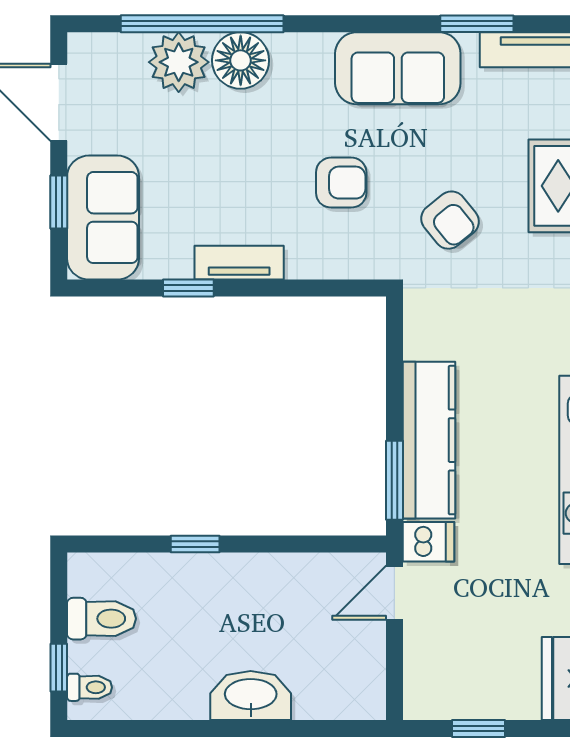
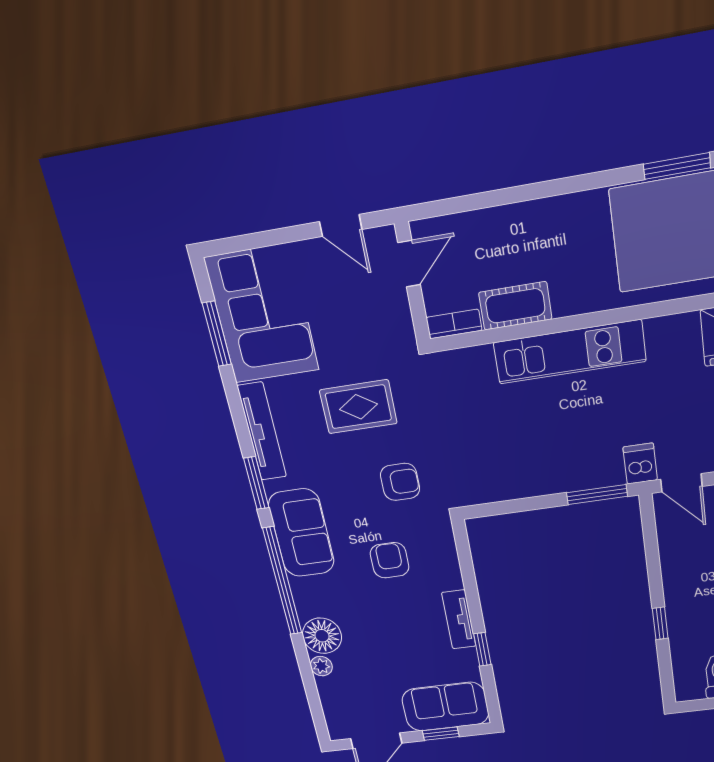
window: (202, 24) -> (282, 581), moved
plant: (179, 62) -> (321, 666), width x0.53, depth x0.53
armchair: (450, 220) -> (400, 482), turned 39
kitchen counter: (429, 440) -> (564, 474), removed

